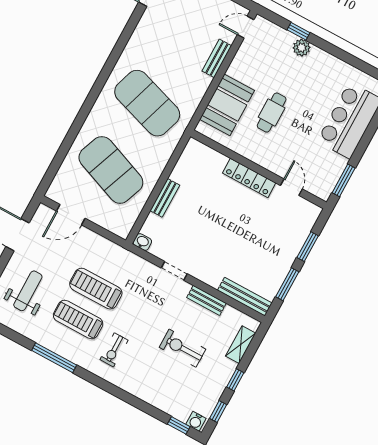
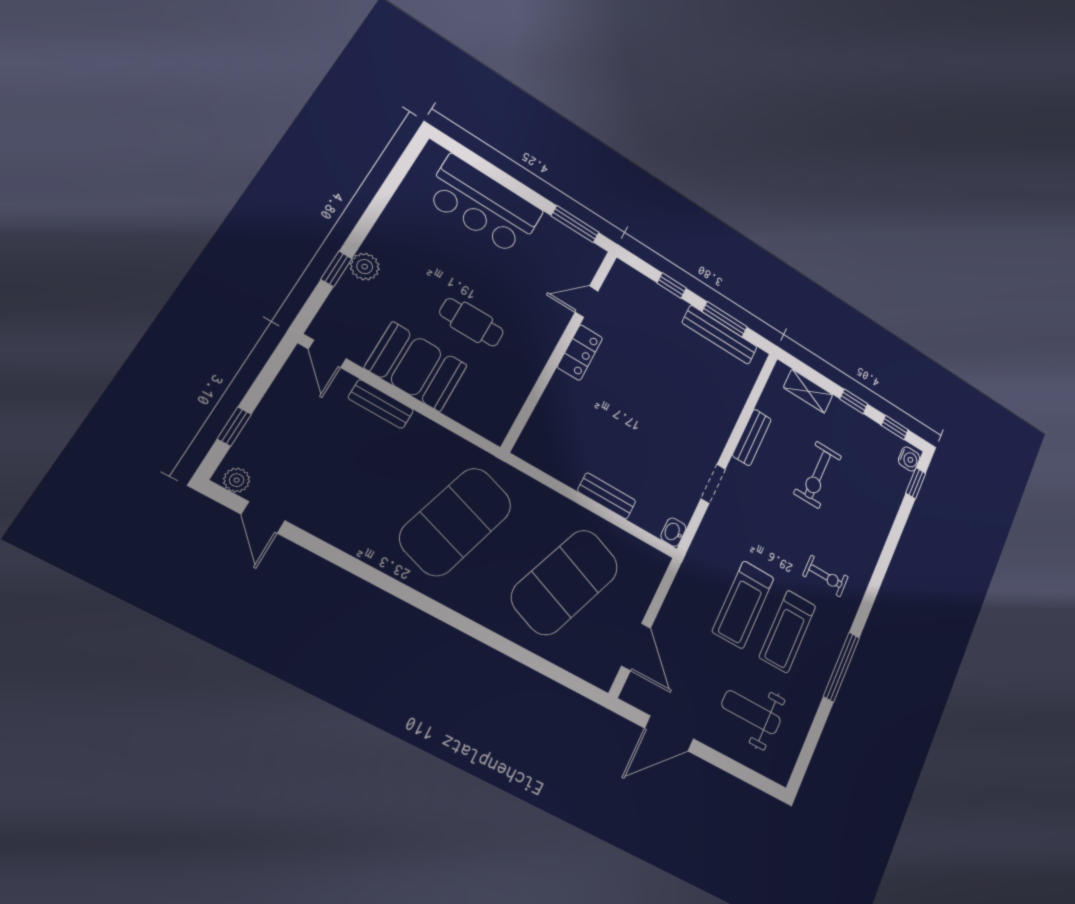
booth: (227, 105) -> (416, 367), moved
locker: (249, 178) -> (580, 352), width x0.66
window: (308, 247) -> (672, 285), width x0.67
bench: (245, 297) -> (720, 335), moved, turned 90

